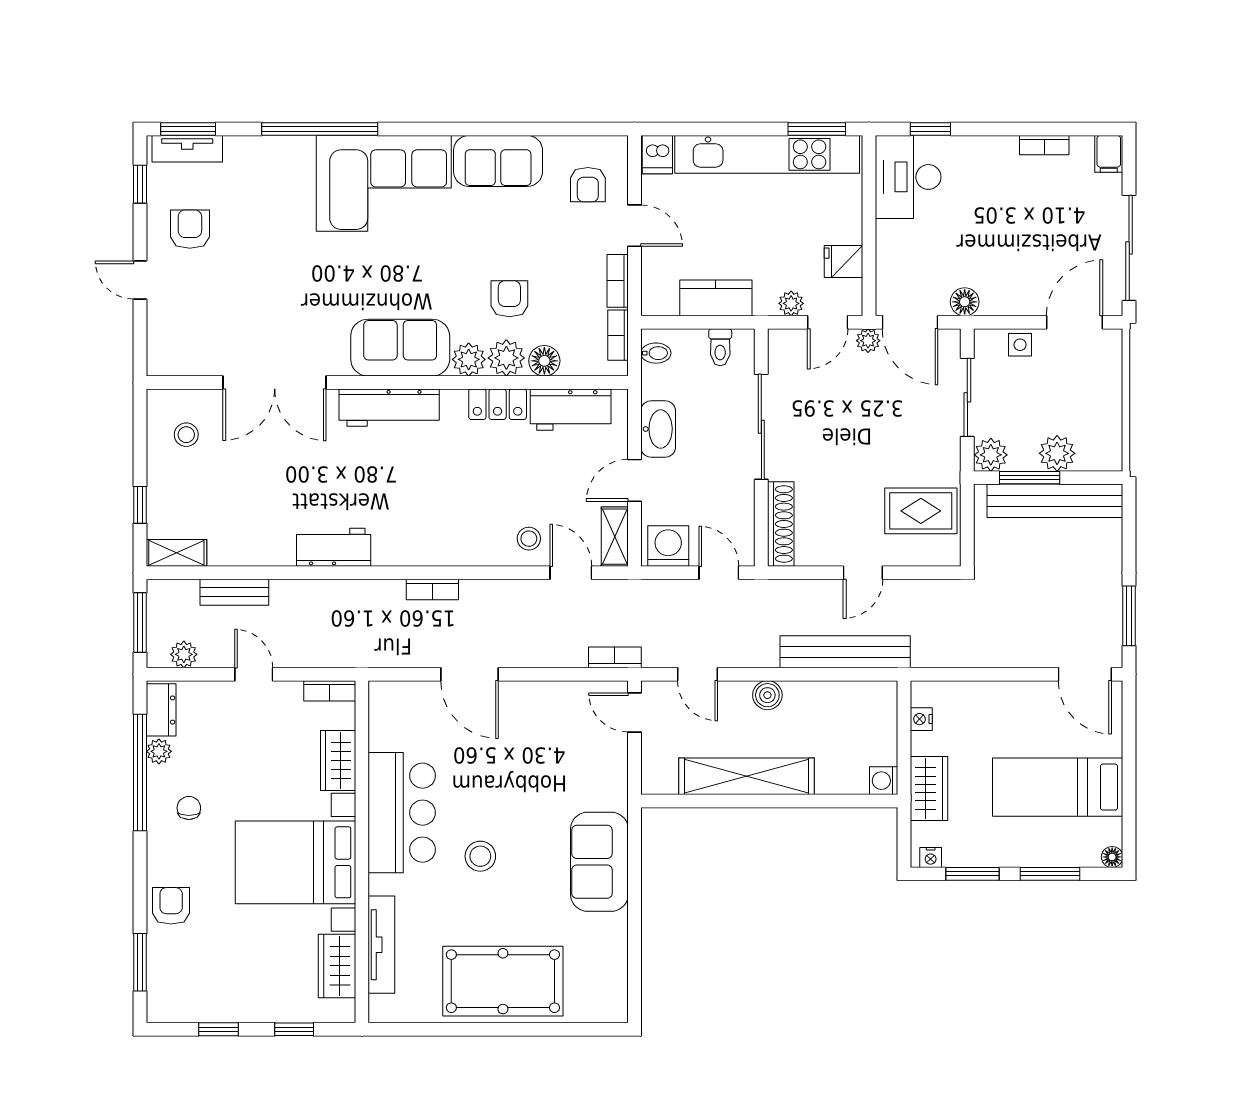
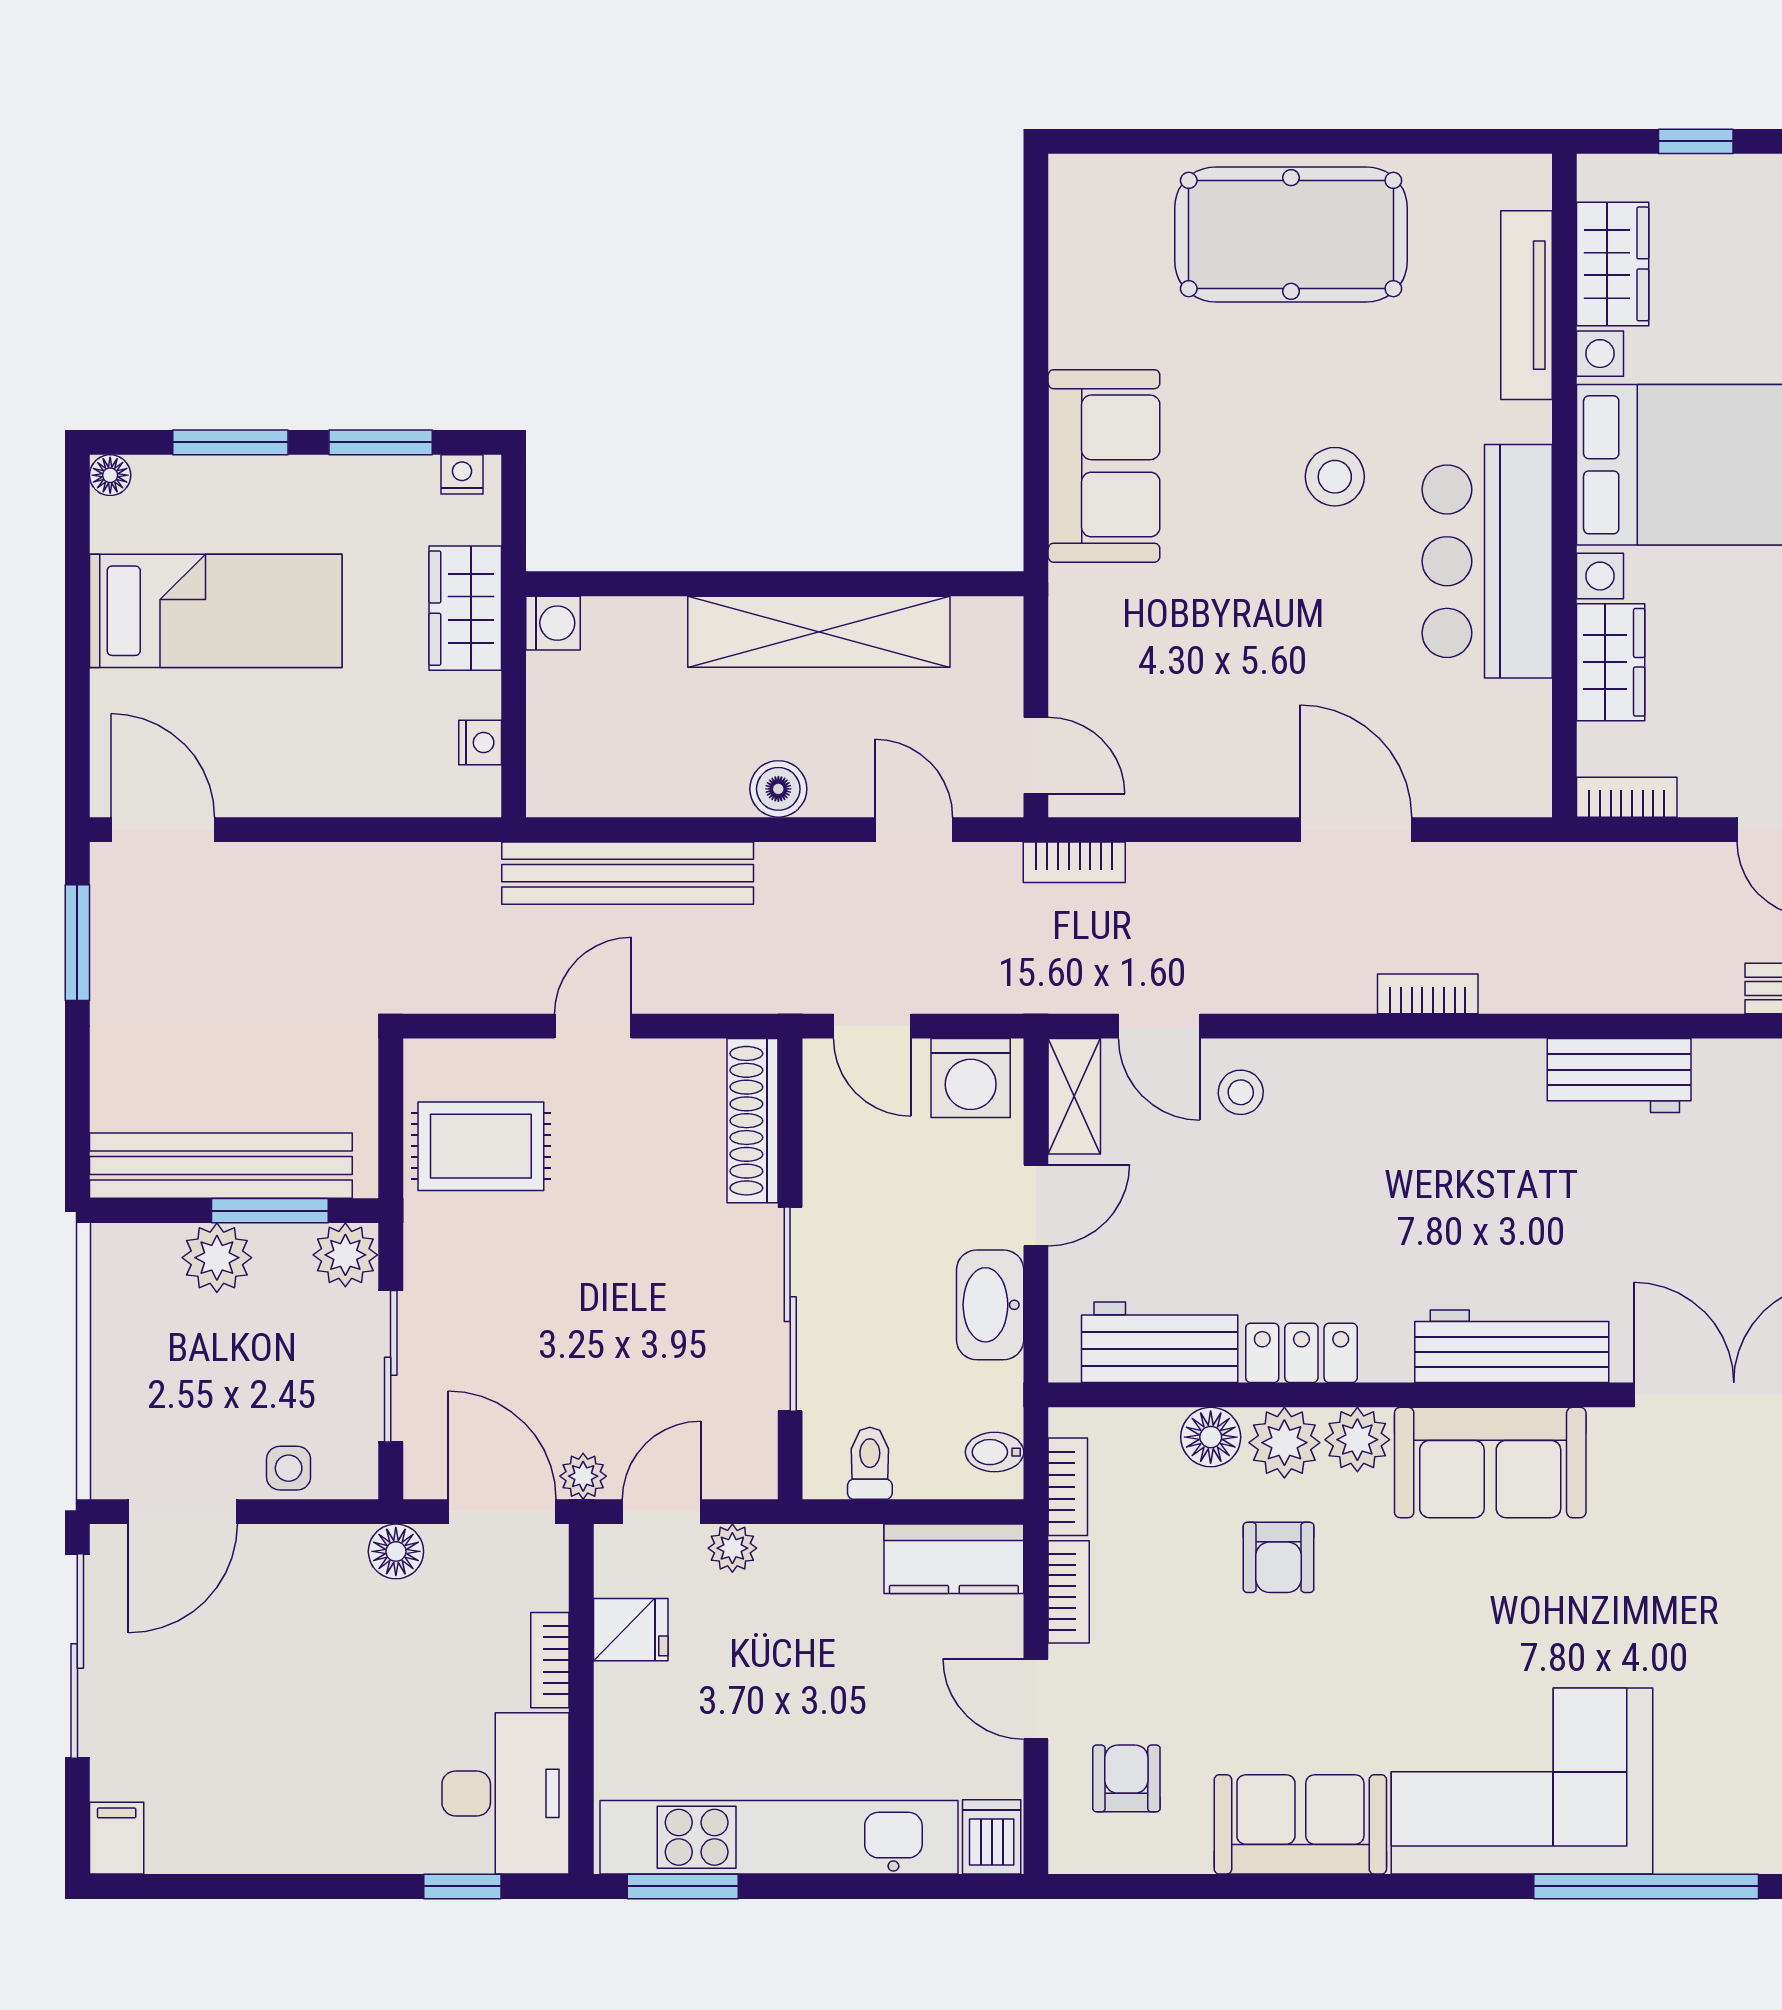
bookcase: (1044, 145) -> (550, 1660), moved, turned -90
kitchen counter: (716, 298) -> (954, 1559), moved

